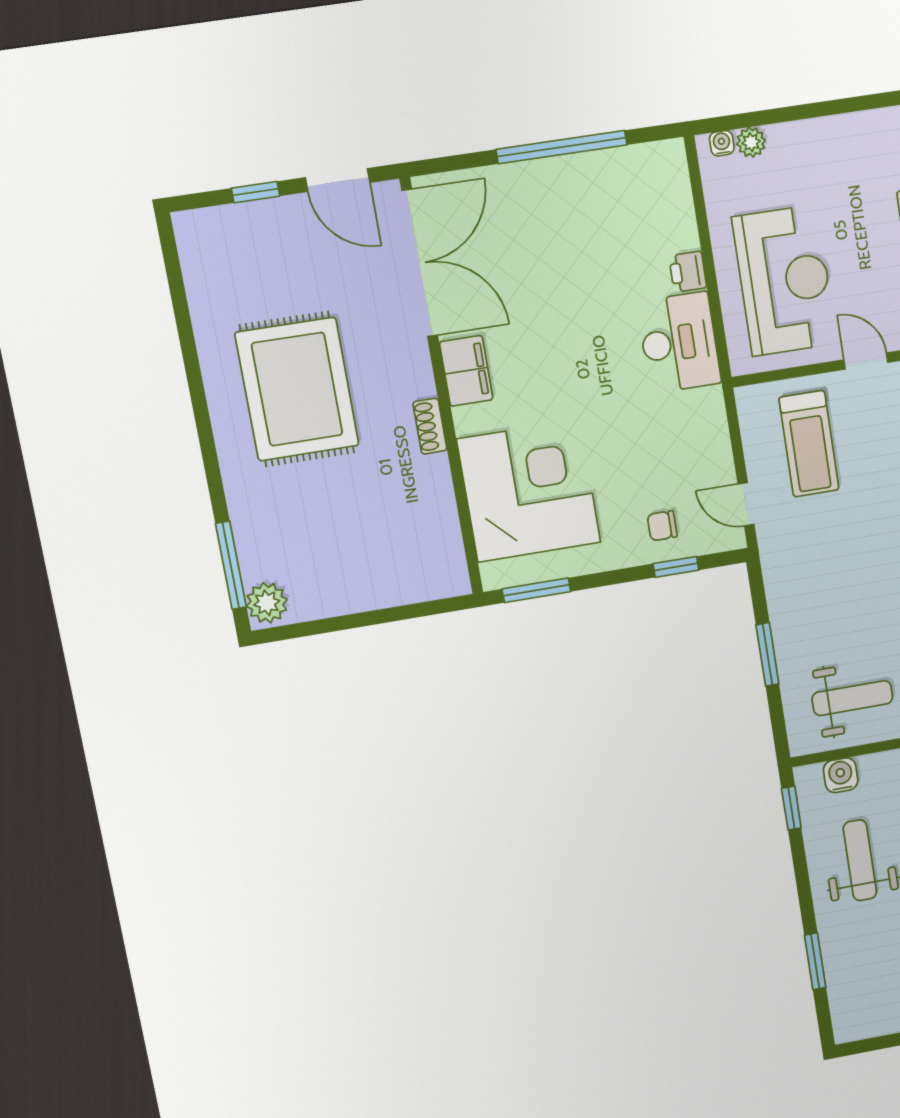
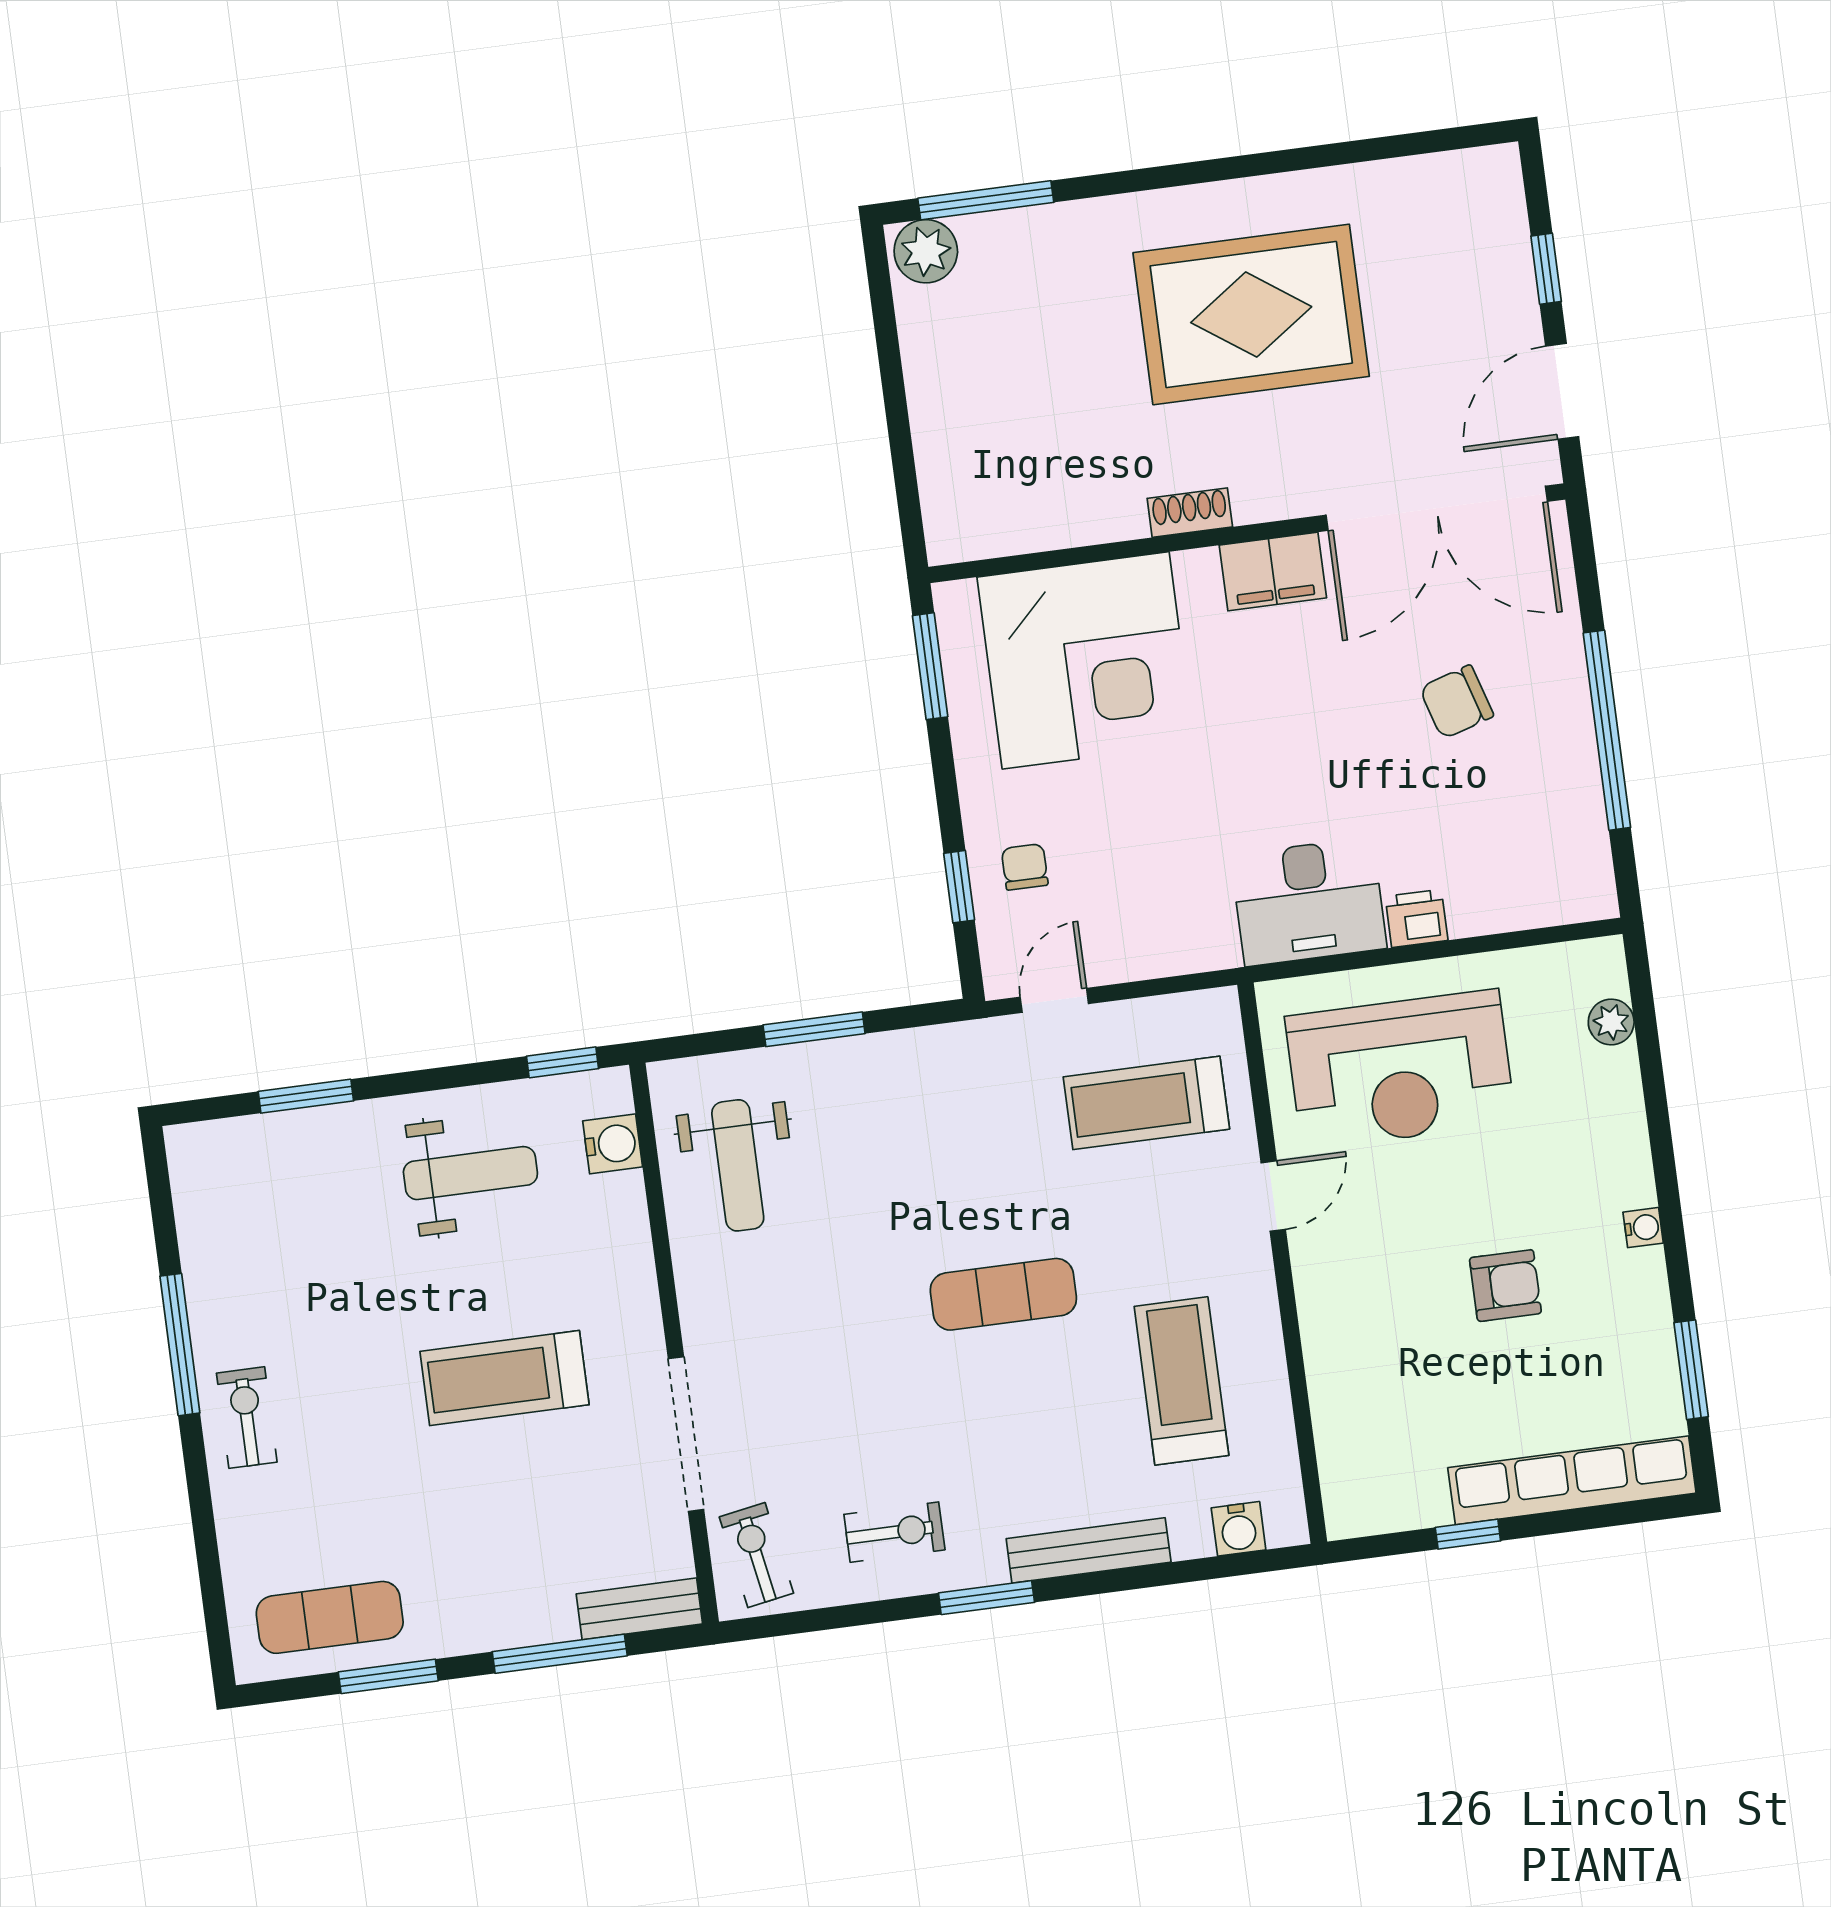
water cooler: (722, 143) -> (1643, 1228), moved
chair: (547, 248) -> (1457, 702), added

